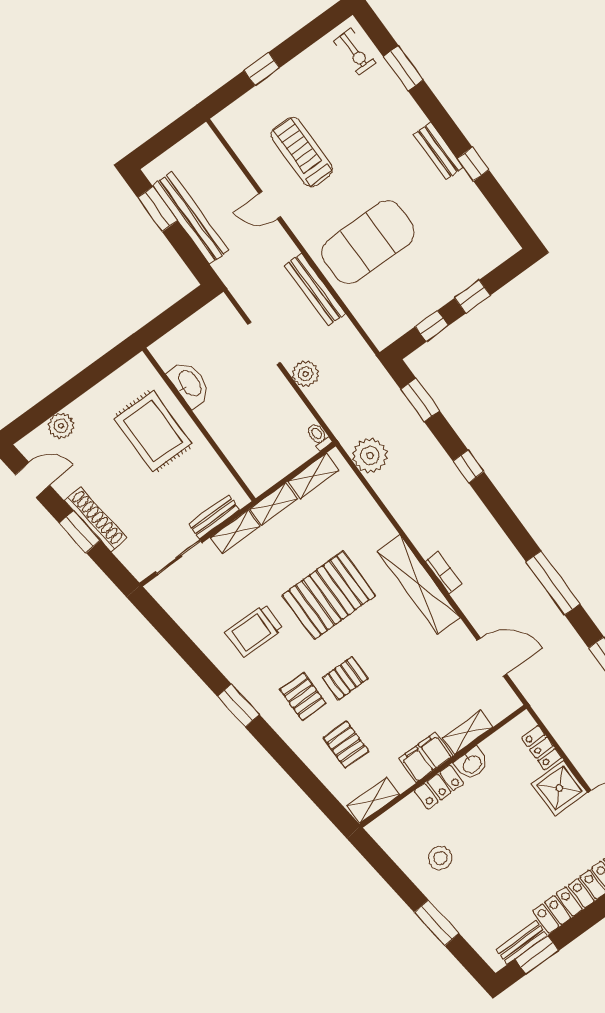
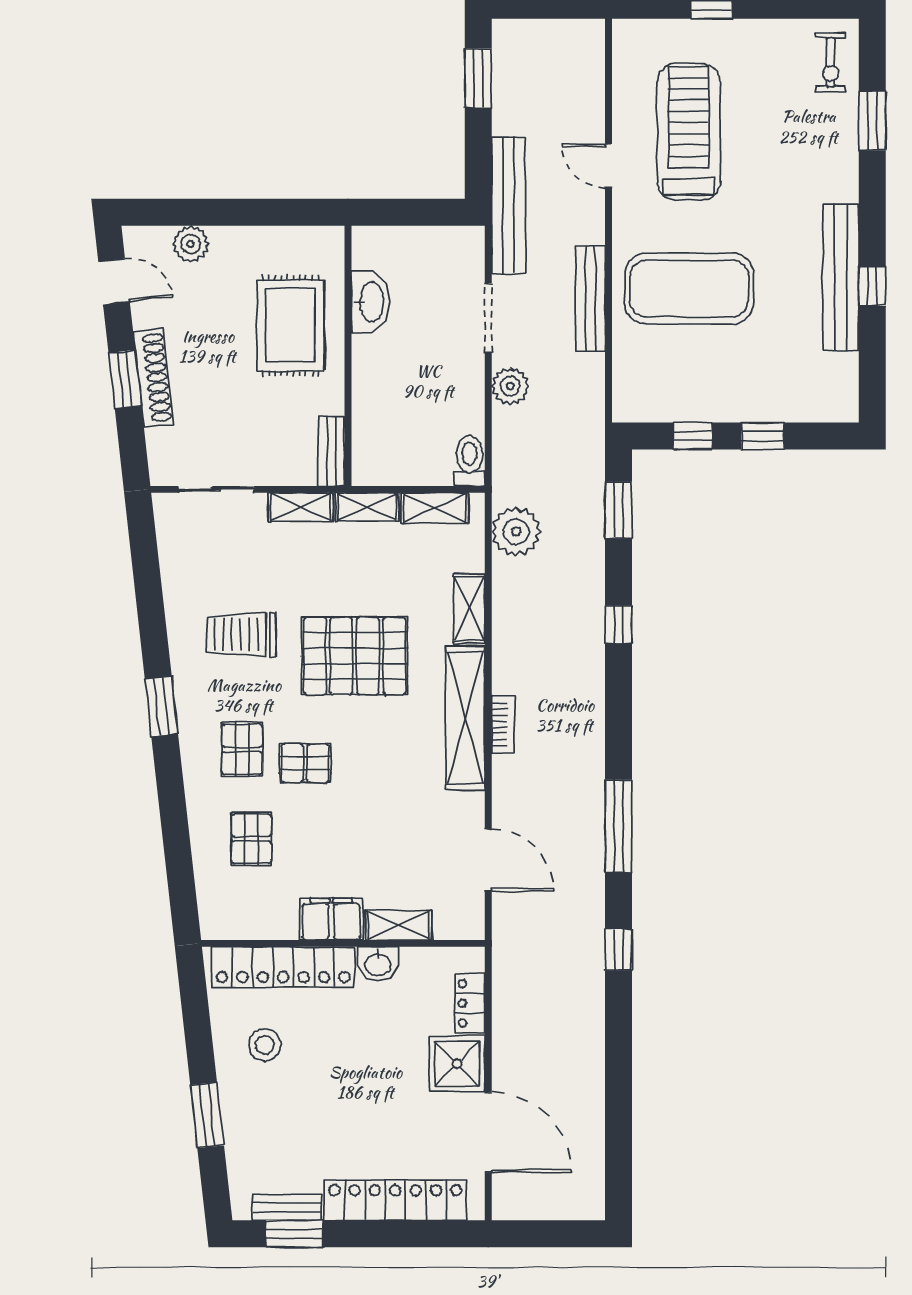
bench: (438, 151) -> (841, 277), width x1.86, depth x1.21
treadmill: (302, 152) -> (689, 132), width x1.37, depth x1.38
bench: (191, 218) -> (509, 205), moved
toilet: (319, 436) -> (470, 461), width x1.37, depth x1.39
bench: (214, 517) -> (331, 451), moved, turned 90
locker: (439, 787) -> (283, 967), width x2.16, depth x1.21
shelving: (373, 800) -> (469, 609), moved, turned 90

